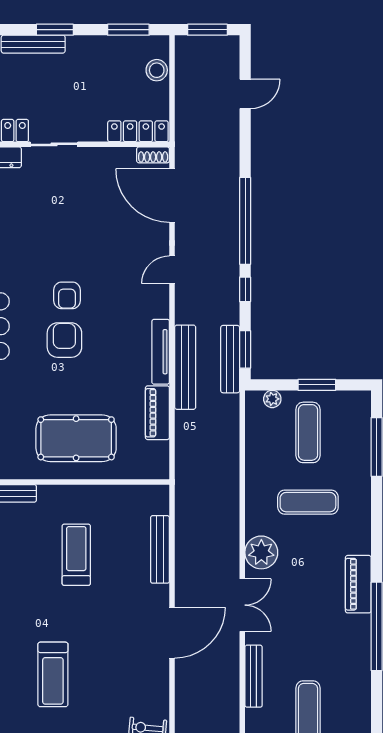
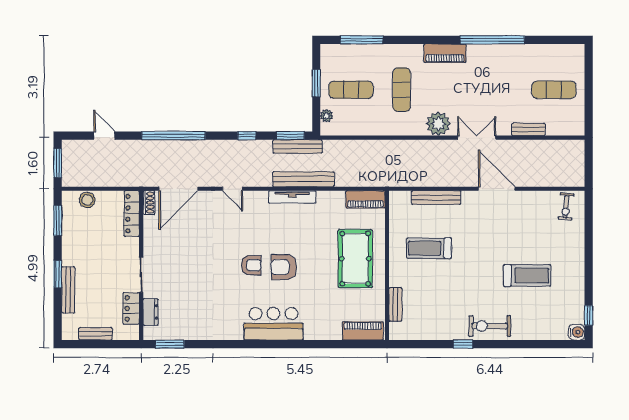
window: (245, 221) -> (174, 136), moved
piano: (157, 413) -> (365, 199), moved
treadmill: (76, 555) -> (429, 248), moved
piano: (358, 584) -> (445, 53), moved
bench: (254, 676) -> (528, 129), width x0.73

